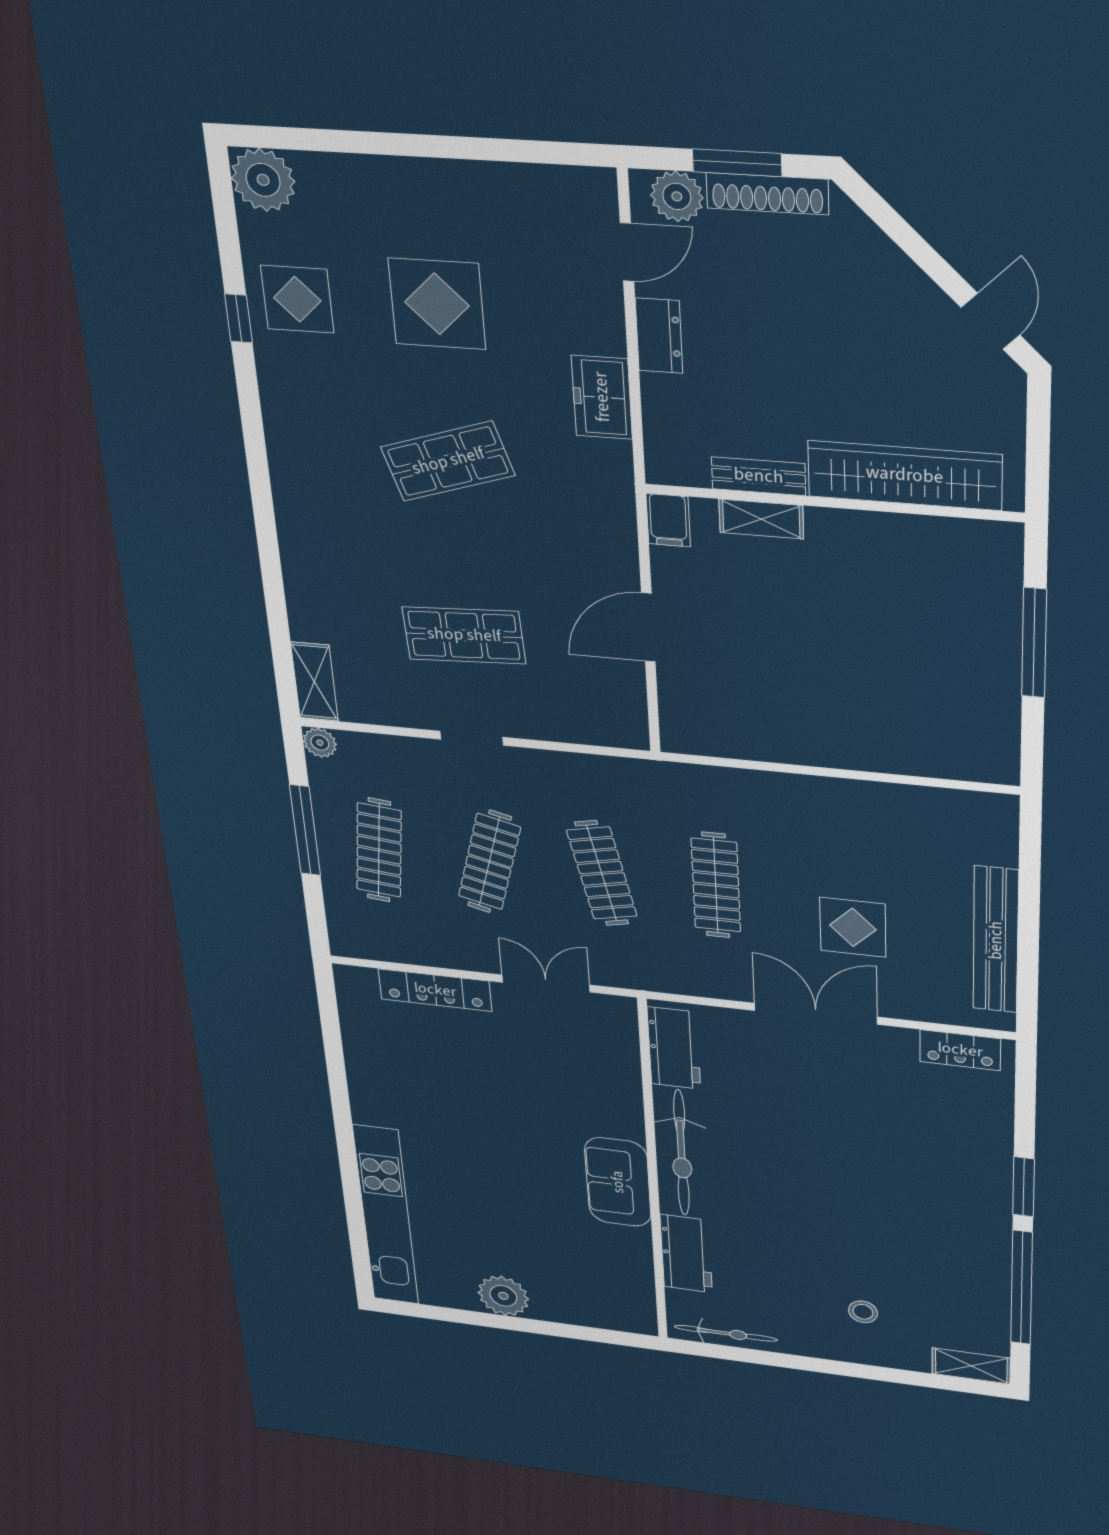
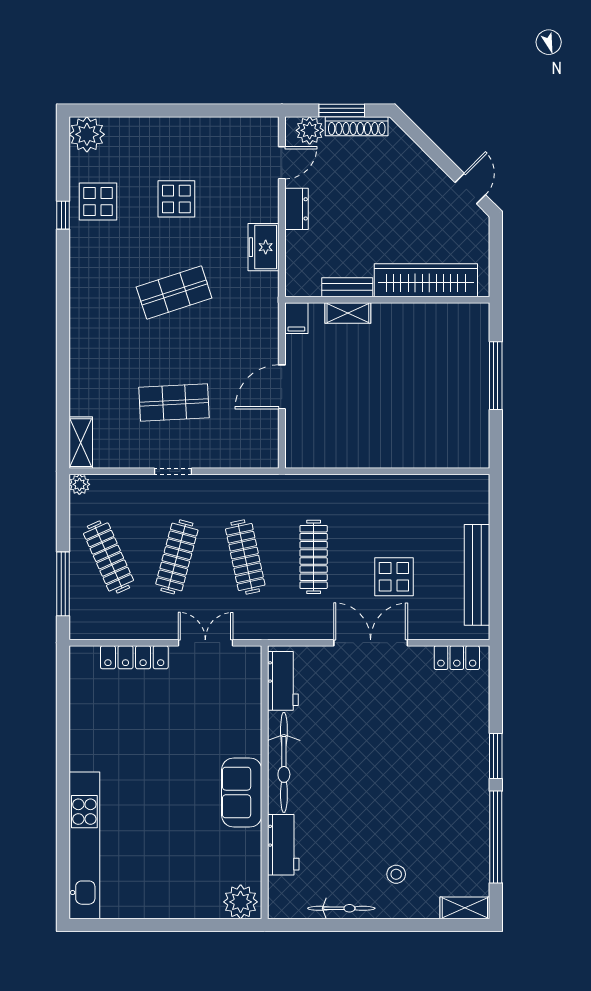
display table: (437, 304) -> (176, 199), width x0.73, depth x0.73
window: (305, 830) -> (63, 584), moved
clothes rail: (379, 850) -> (108, 557), turned -30
plant: (503, 1296) -> (241, 902), moved
bicycle: (726, 1333) -> (341, 908), moved

